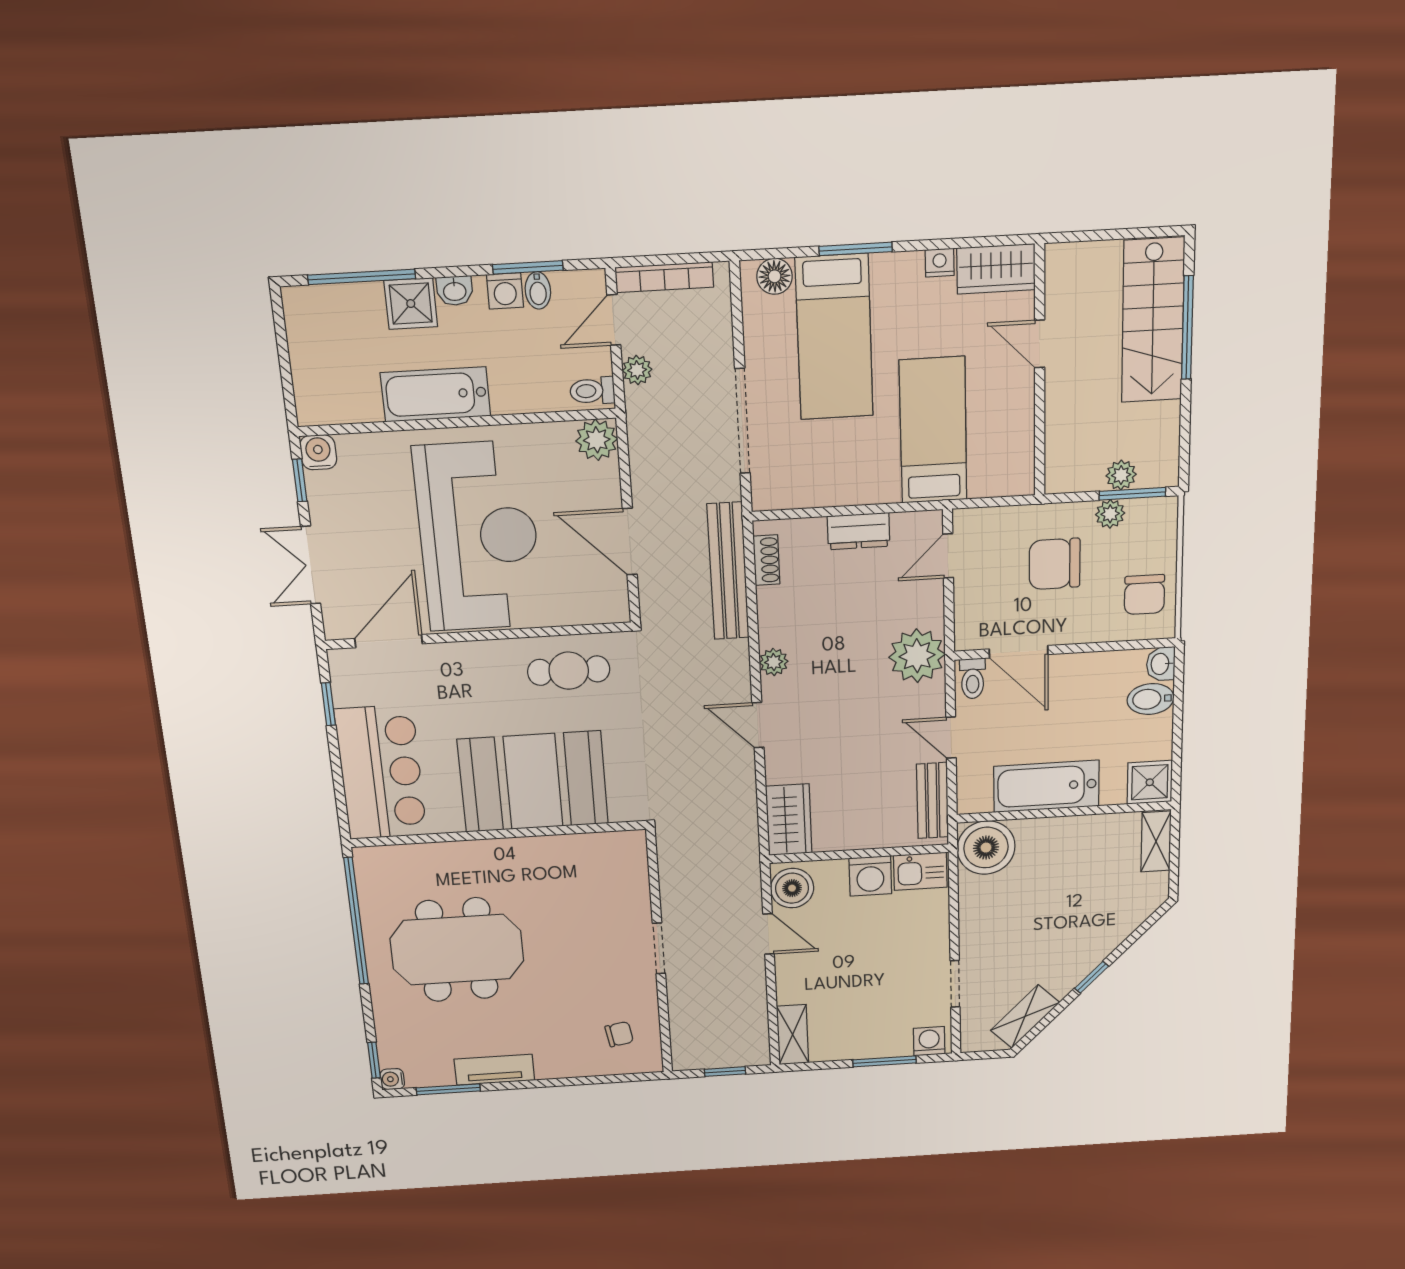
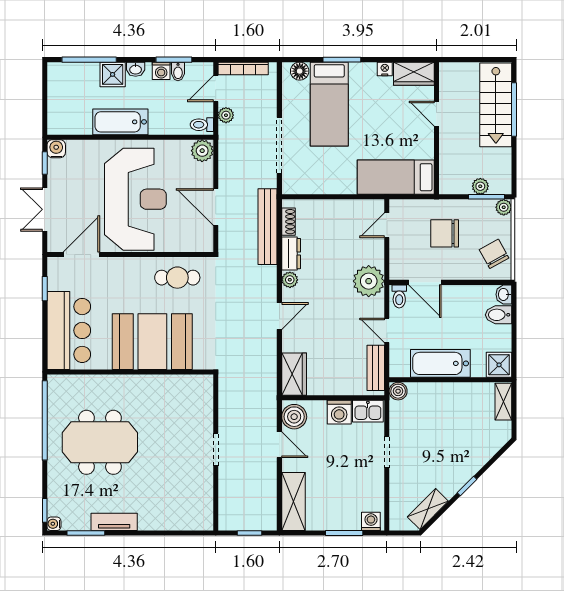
bed: (933, 430) -> (396, 177), moved, turned -90
plant: (1110, 514) -> (504, 207), moved
dresser: (859, 531) -> (291, 254), moved, turned -90
chair: (1144, 595) -> (494, 254), turned 151
door: (758, 725) -> (279, 316), swing flipped
boiler: (986, 848) -> (398, 391), width x0.54, depth x0.54
doorway: (955, 984) -> (387, 452), moved
chair: (619, 1034) -> (189, 504), removed
shelving: (793, 1035) -> (293, 501), width x1.50, depth x1.33

